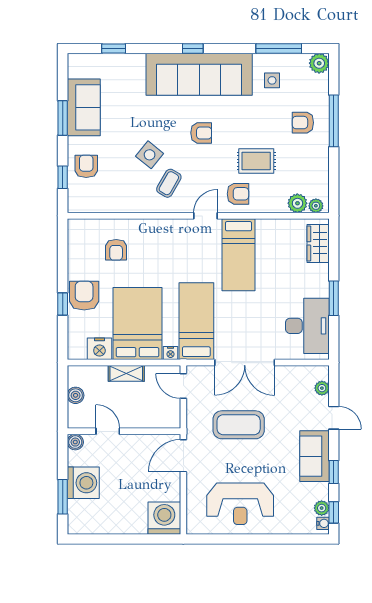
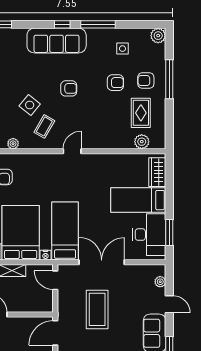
window: (279, 49) -> (98, 24), moved
sofa: (199, 74) -> (57, 41), width x0.74, depth x0.79
rug: (256, 161) -> (141, 113), moved, turned 90
armchair: (238, 194) -> (115, 83), moved
plant: (316, 206) -> (13, 144), moved
bed: (239, 255) -> (138, 200), moved, turned 90
window: (334, 298) -> (169, 233), moved
double door: (245, 363) -> (102, 262), swing flipped
coffee table: (239, 425) -> (97, 309), turned 90

